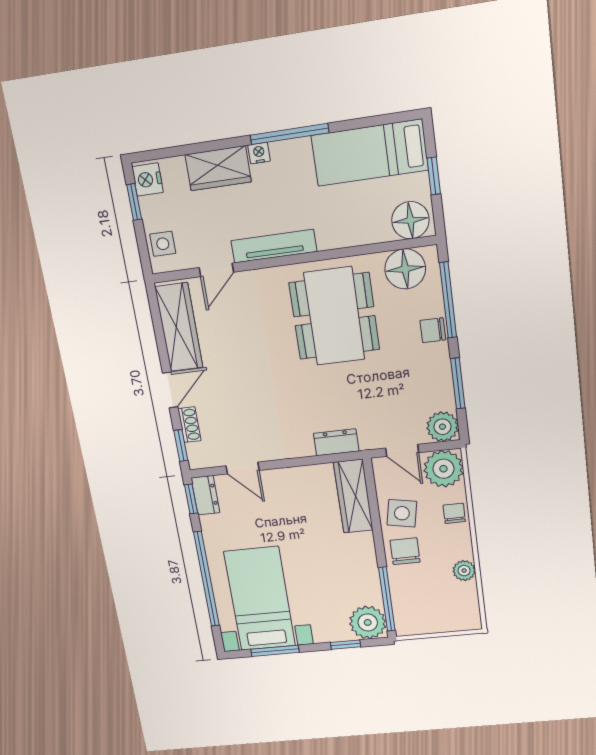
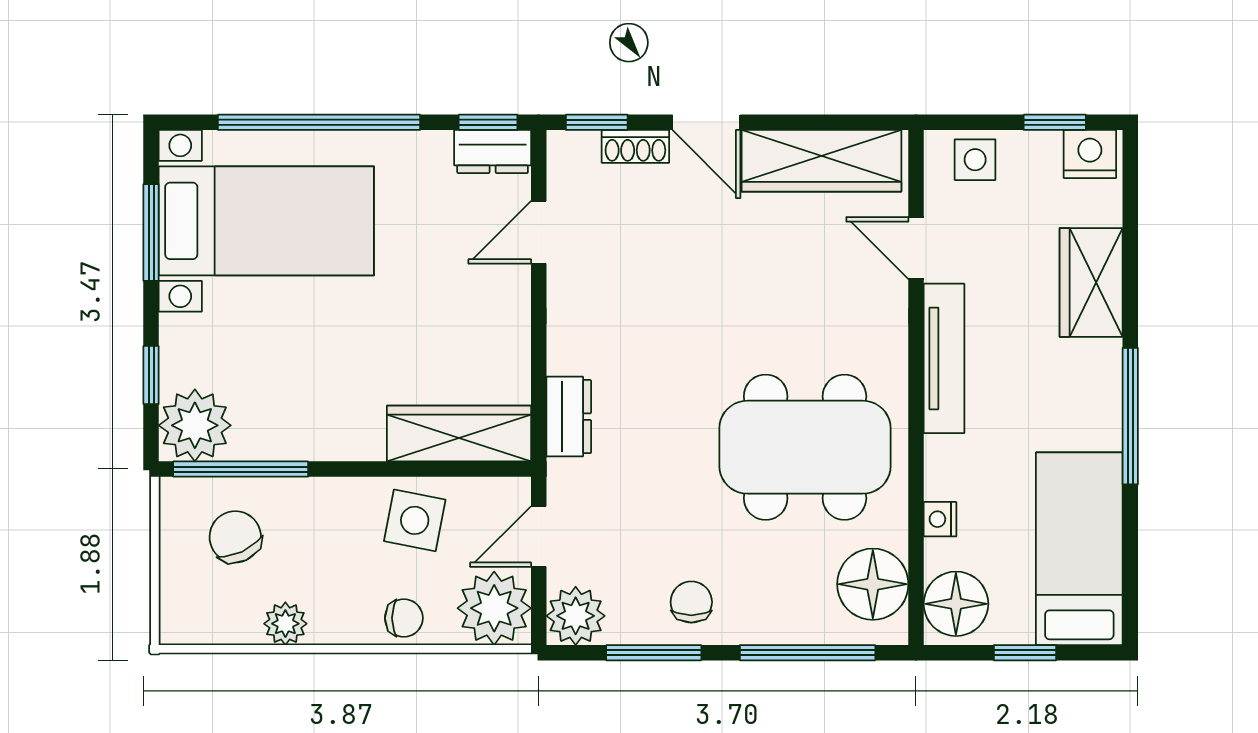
nightstand: (259, 153) -> (940, 519), moved, turned 180
chair: (433, 330) -> (691, 602), moved
chair: (405, 551) -> (235, 537), moved, turned -115

